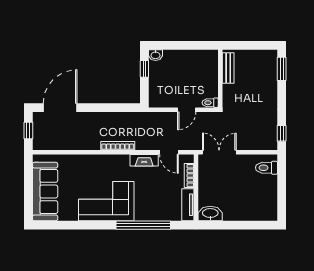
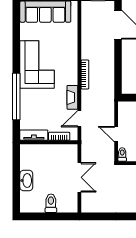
window: (282, 133) -> (96, 216), removed
double door: (219, 152) -> (79, 177), moved
toilet: (267, 168) -> (51, 203), moved
washbasin: (210, 213) -> (26, 181), moved

